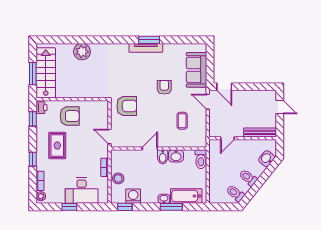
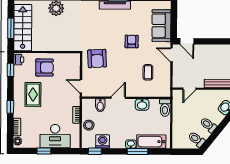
armchair: (127, 106) -> (97, 59), turned 87
bidet: (163, 157) -> (100, 105), moved

